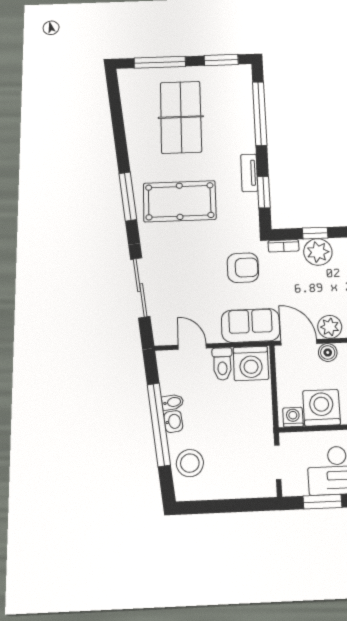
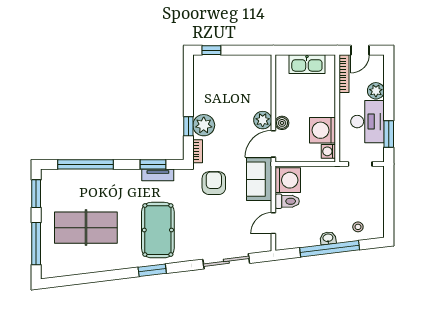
tv unit: (249, 173) -> (158, 175), moved
window: (128, 196) -> (152, 270), width x0.69
bidet: (173, 402) -> (314, 238), removed
stool: (190, 463) -> (358, 227), width x0.53, depth x0.53

